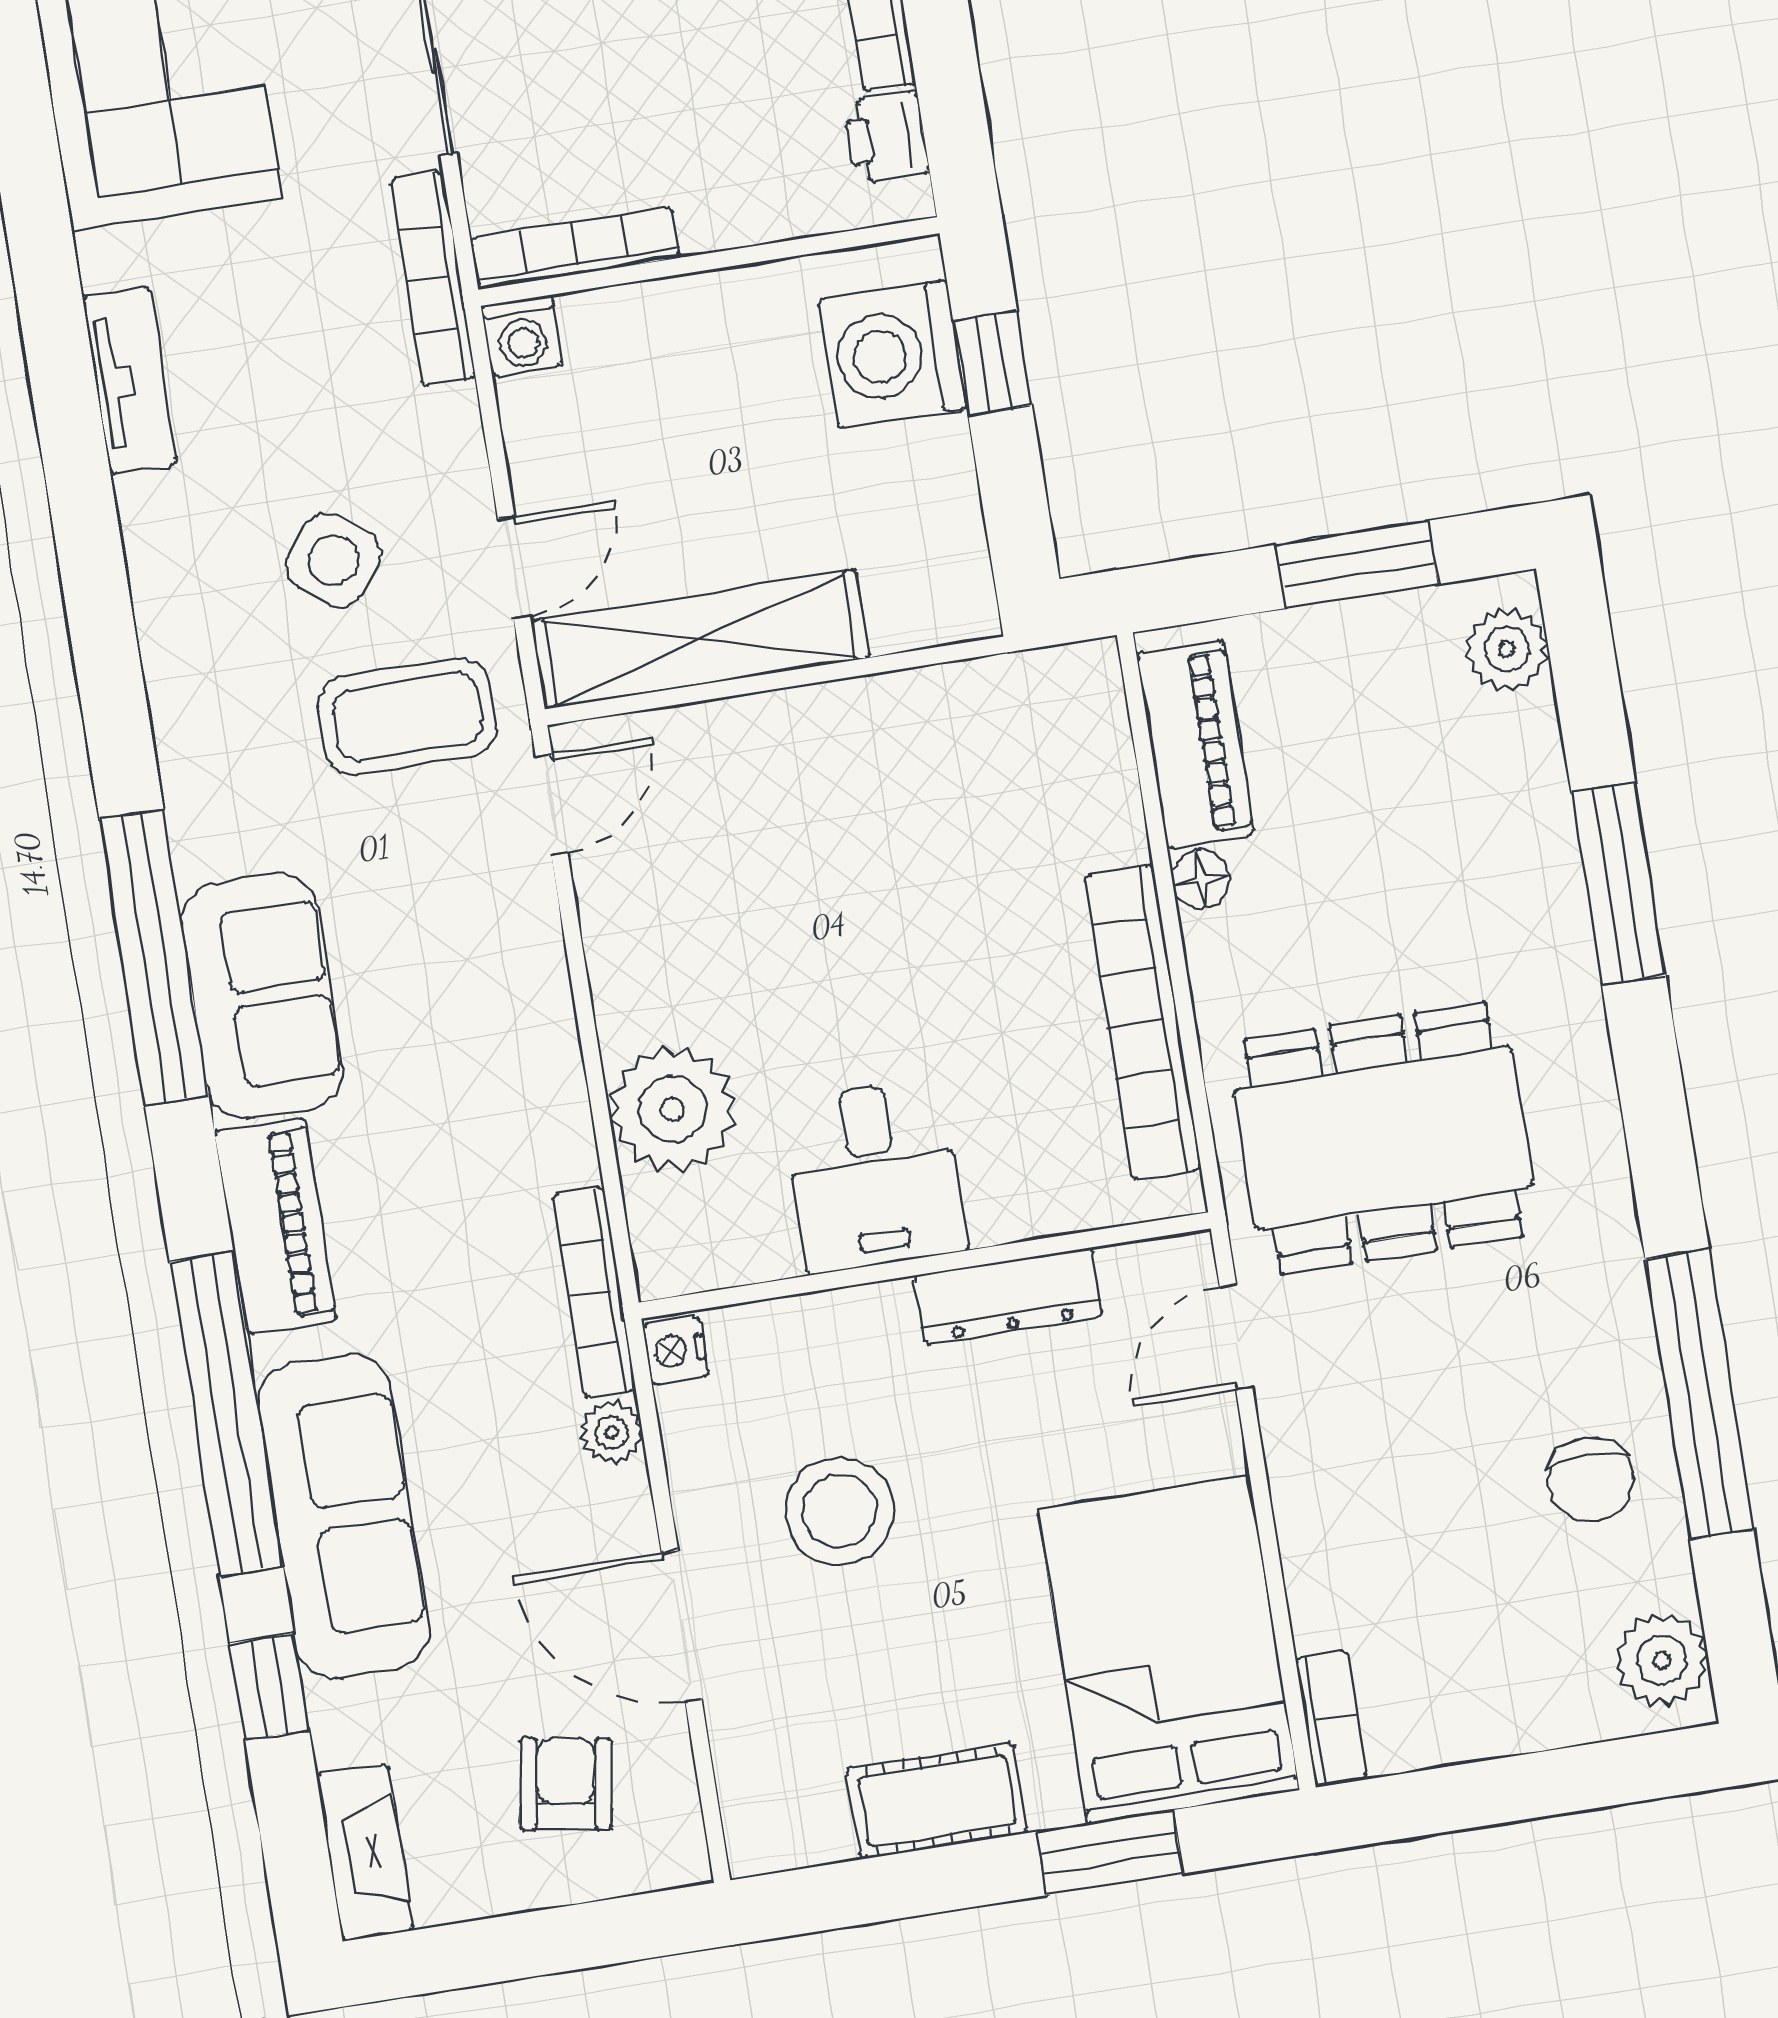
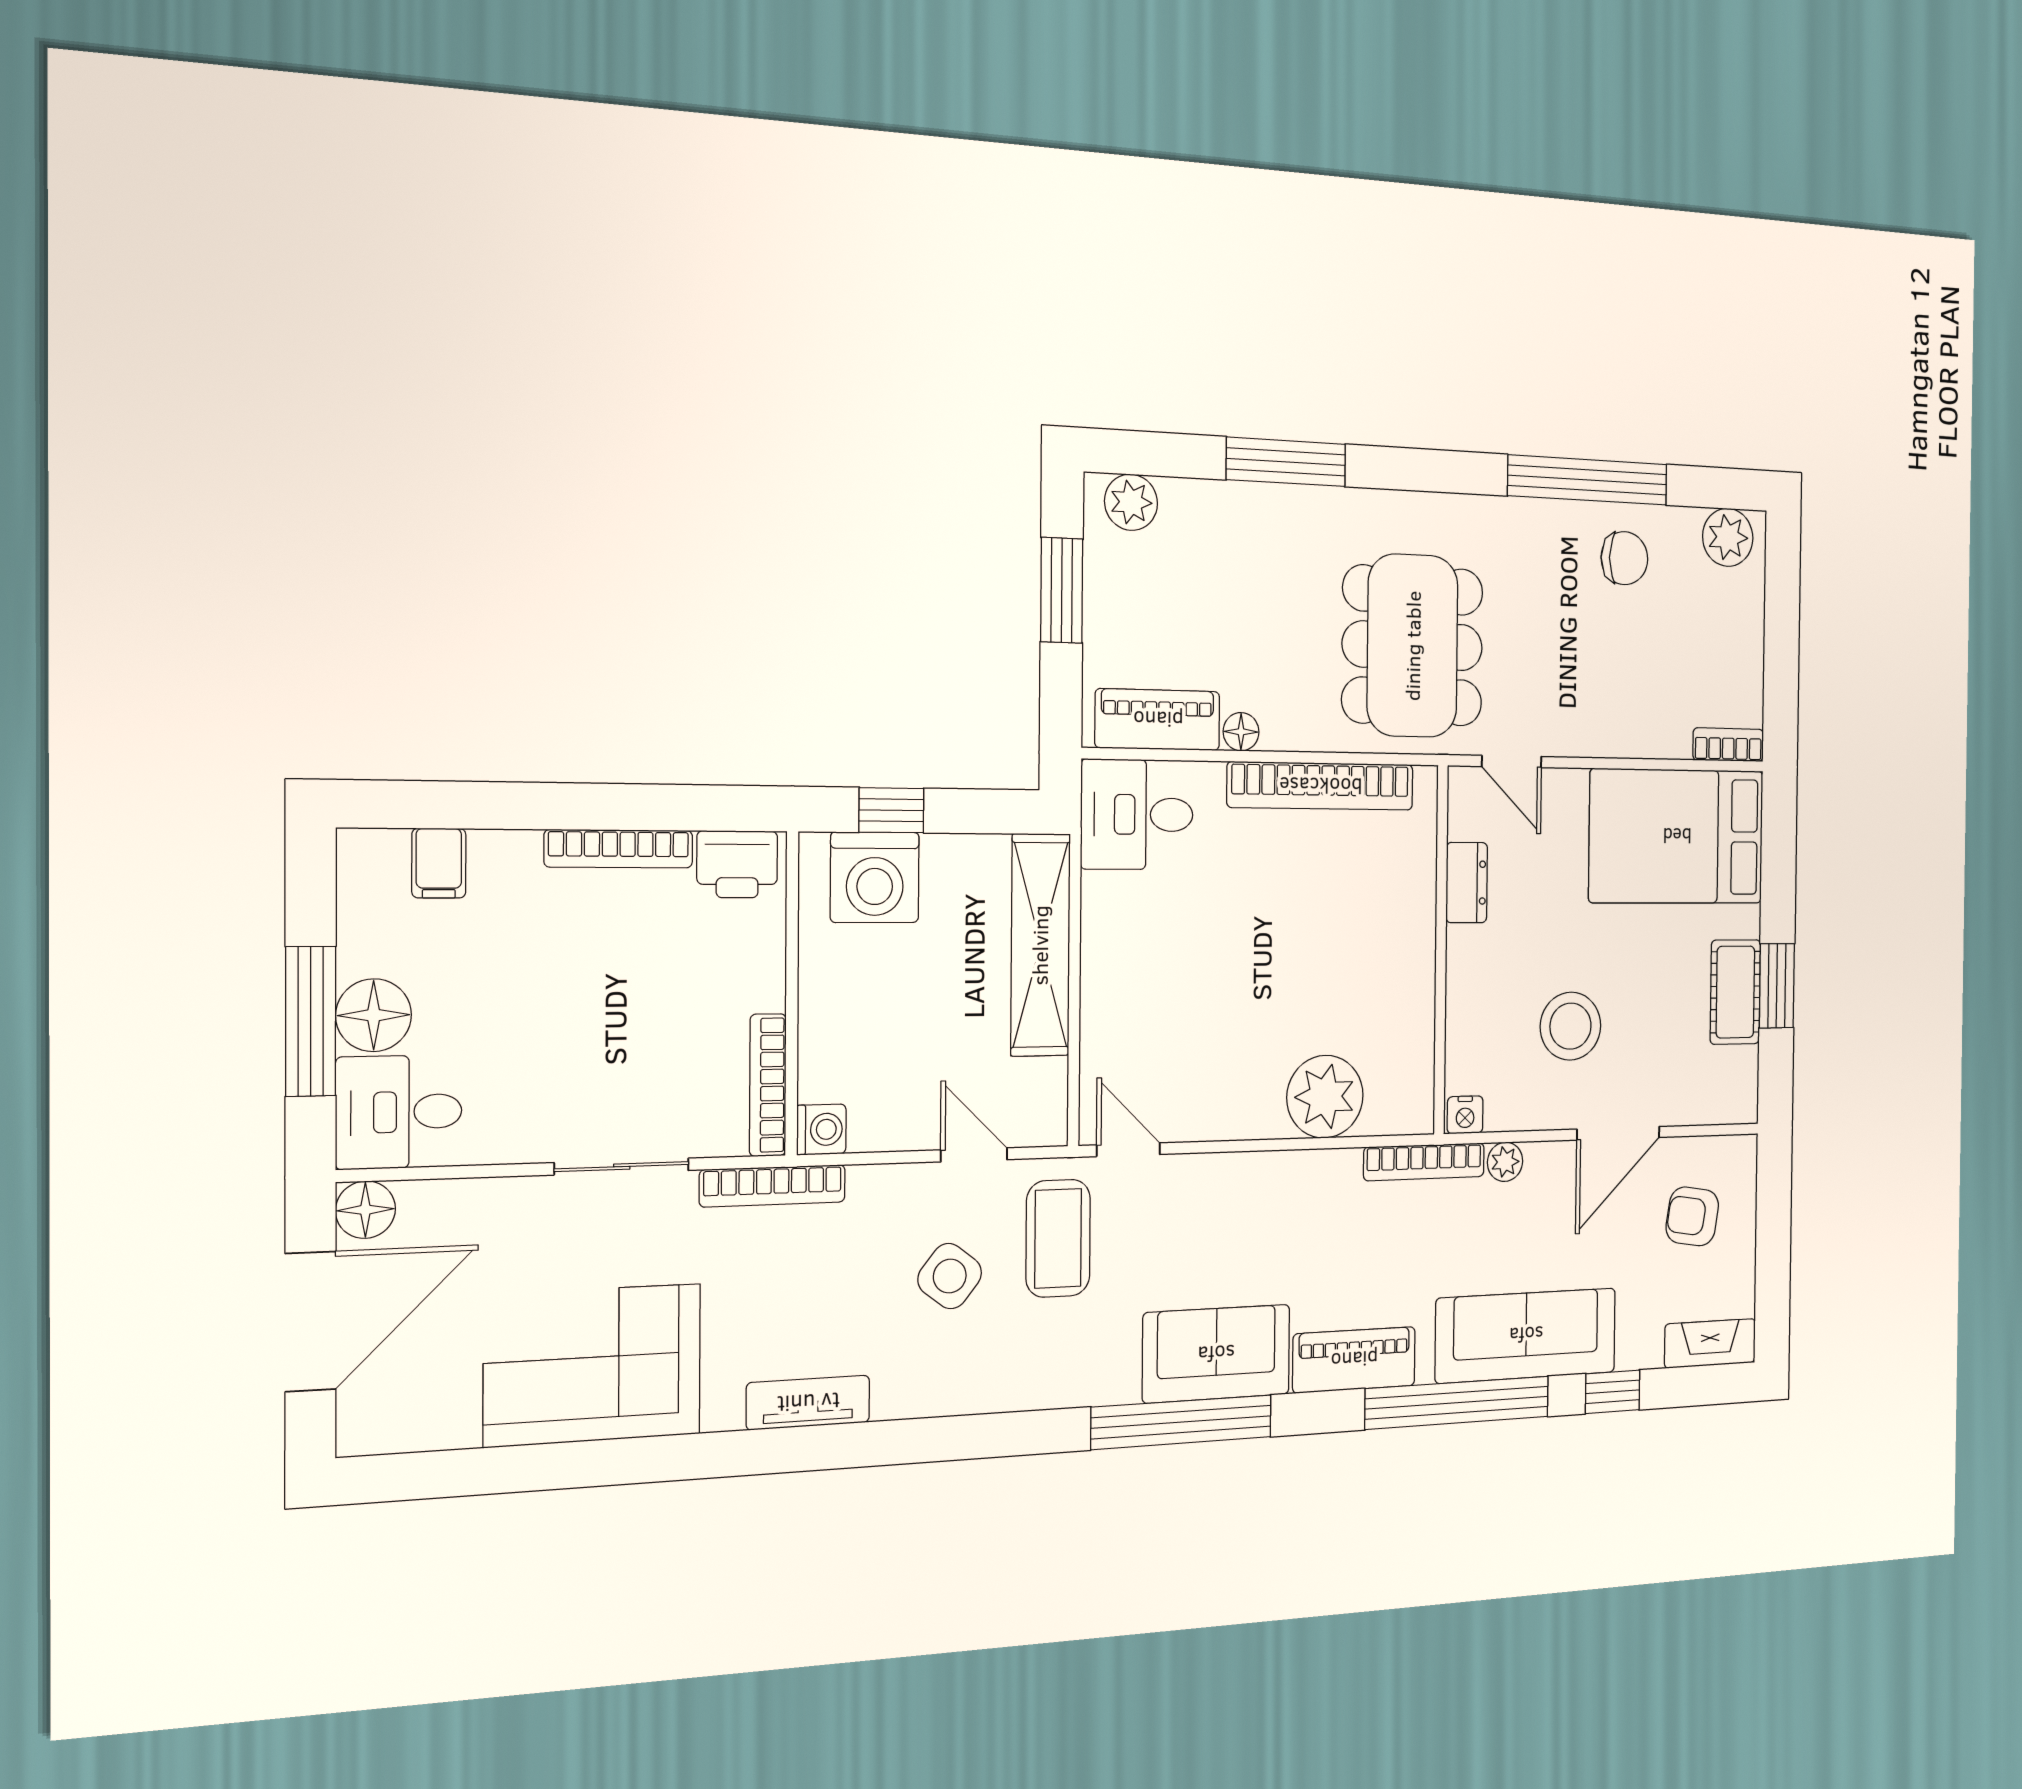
printer: (886, 138) -> (737, 864), width x1.36, depth x1.24
shelving: (700, 639) -> (1040, 945), moved
desk: (874, 1176) -> (1137, 815), moved, turned 180
dresser: (1009, 1296) -> (1467, 883), width x0.70
window: (1110, 1853) -> (1777, 986), moved

